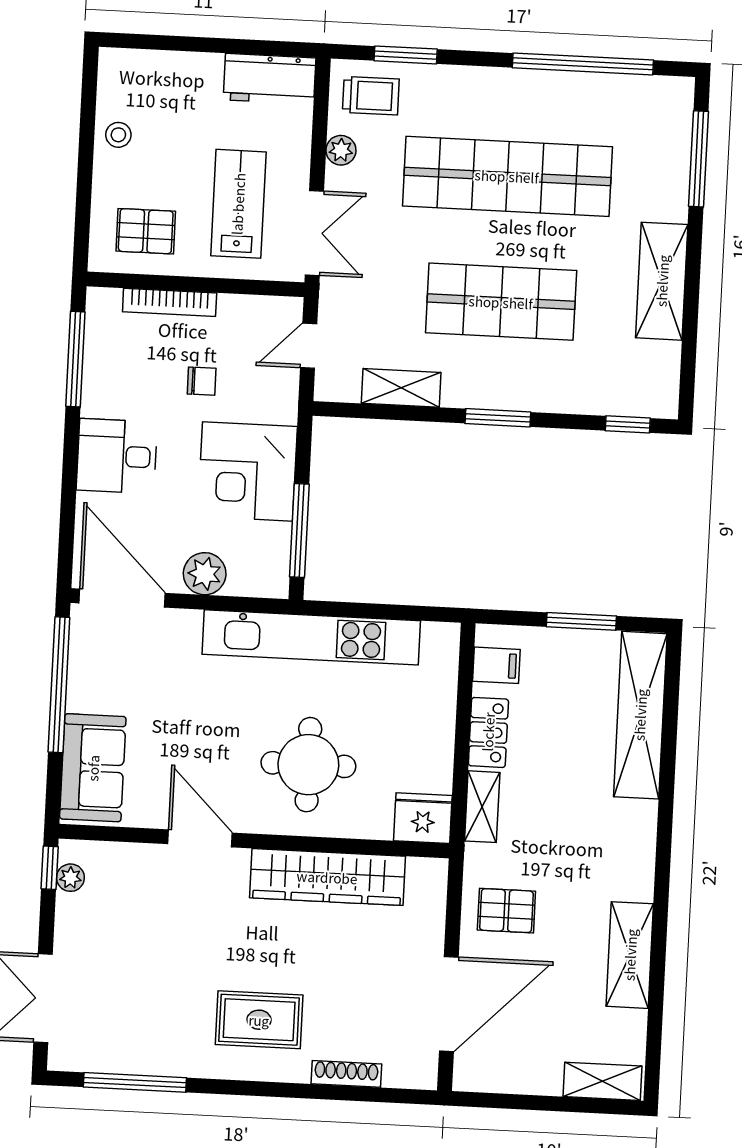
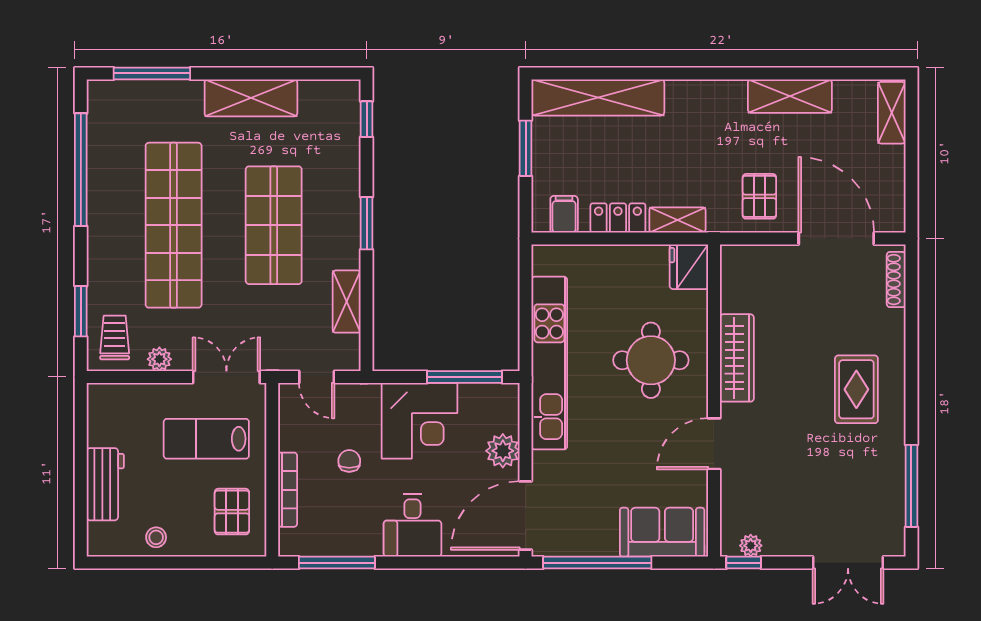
workbench: (270, 79) -> (105, 484), moved
wardrobe: (327, 877) -> (737, 358), width x0.71, depth x0.85
shoe rack: (346, 1074) -> (896, 280), moved

